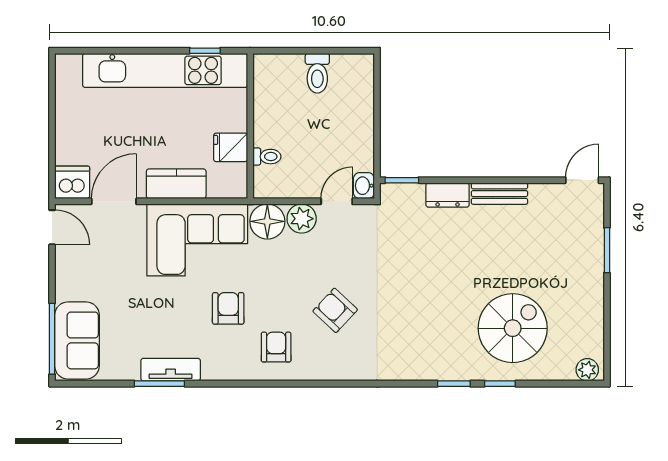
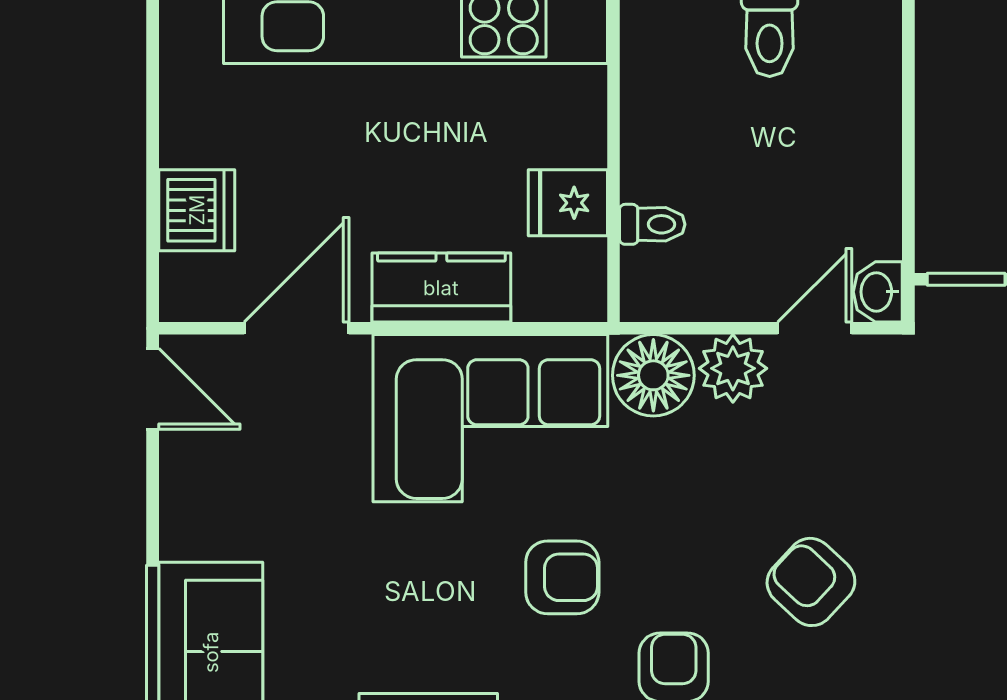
dishwasher: (72, 182) -> (197, 210), moved, turned 90
armchair: (228, 308) -> (562, 577), turned 90

